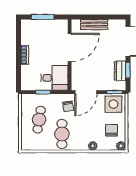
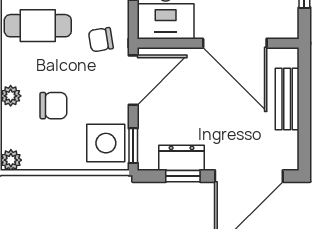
door: (86, 92) -> (133, 80), swing flipped
chair: (112, 130) -> (53, 106), moved

